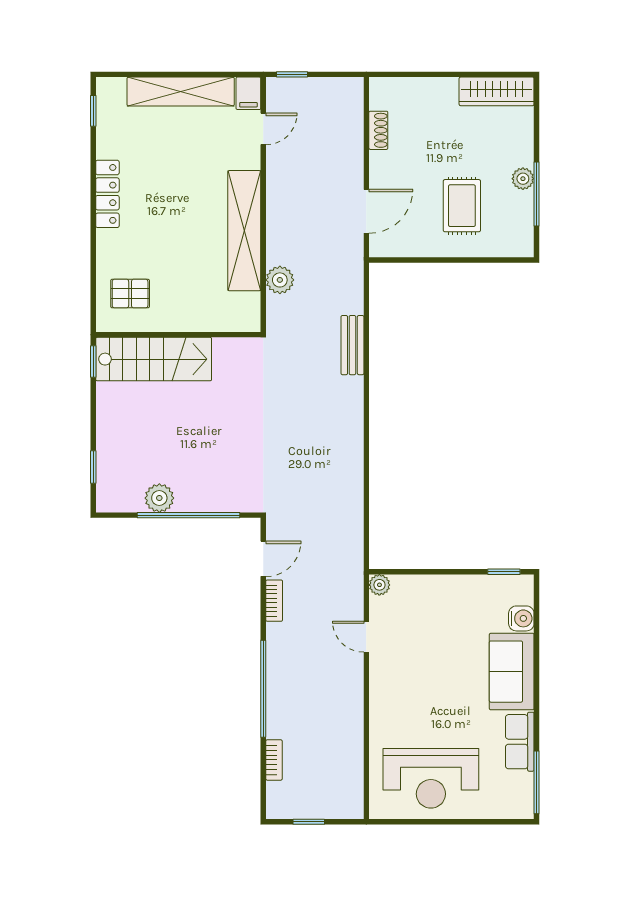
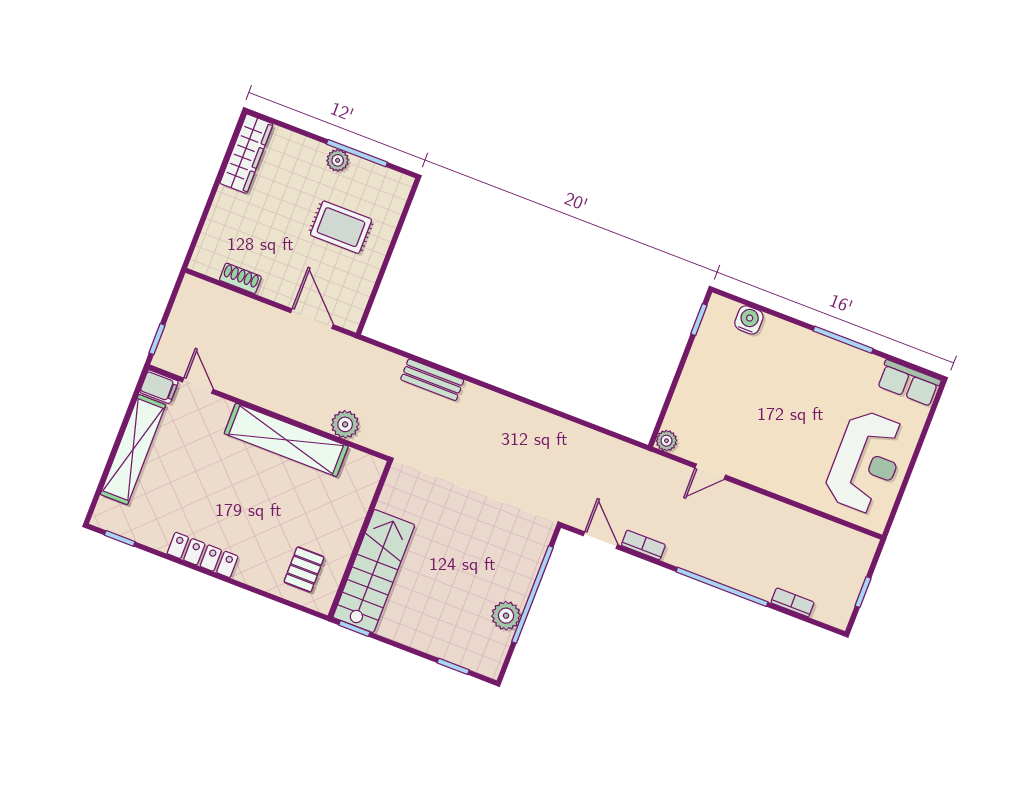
sofa: (512, 672) -> (795, 348), removed
row of seats: (520, 742) -> (909, 383), moved
window: (536, 782) -> (843, 340), moved

